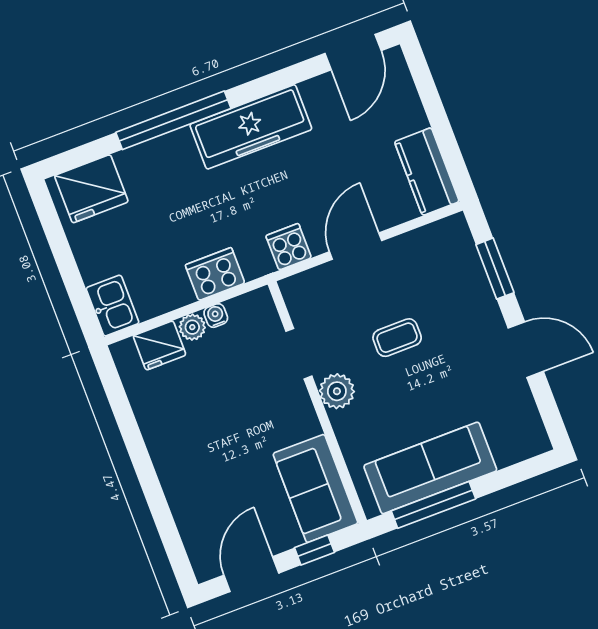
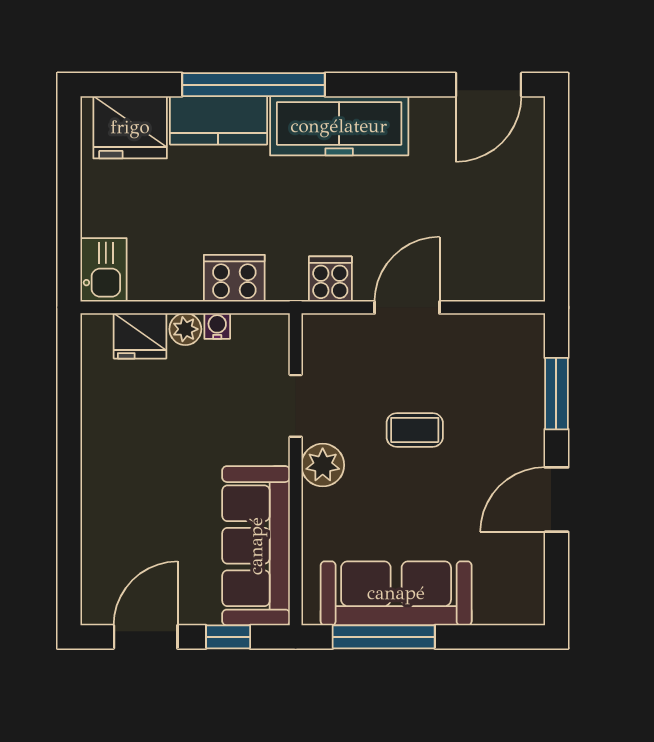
kitchen counter: (427, 172) -> (218, 120), moved, turned -90
door: (526, 350) -> (556, 500), swing flipped
sofa: (315, 488) -> (256, 546), width x1.36

